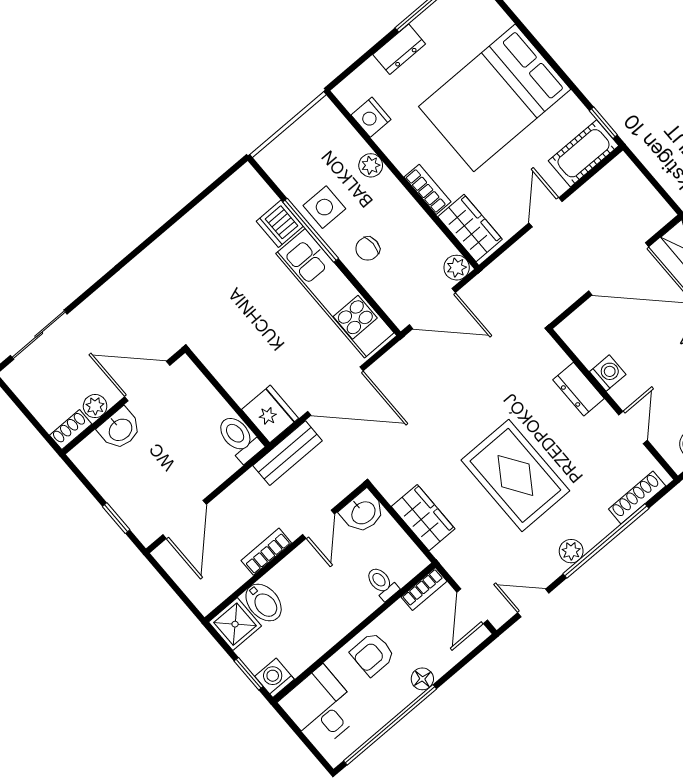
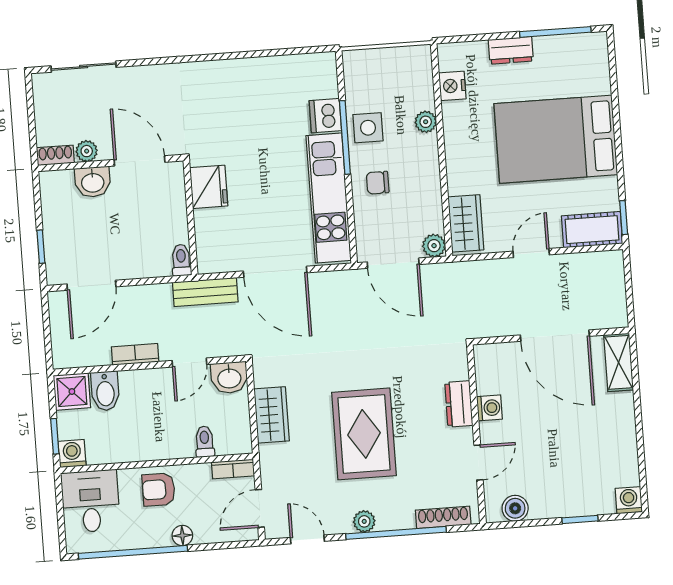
bookcase: (428, 189) -> (455, 171), removed
fridge: (270, 414) -> (209, 187), moved
toilet: (239, 438) -> (181, 260), width x0.73, depth x0.72

